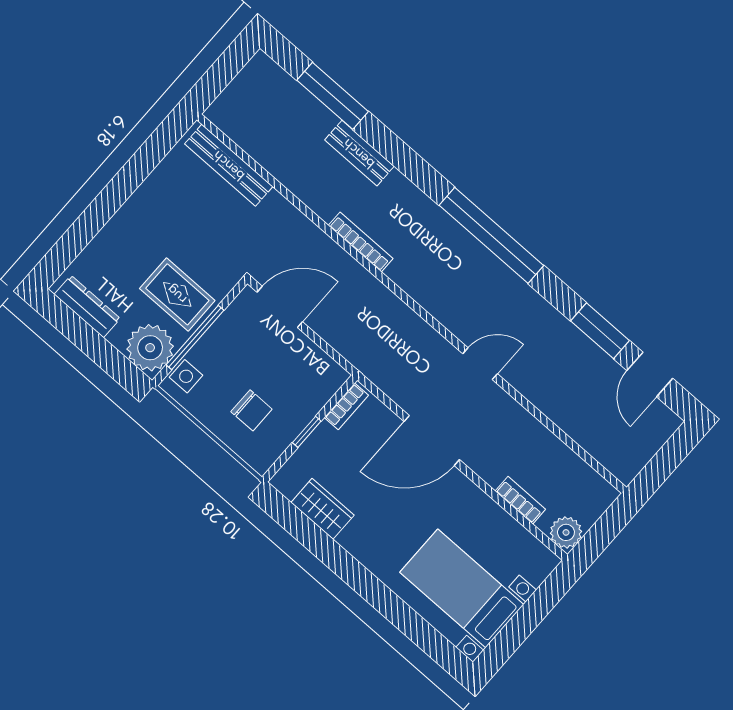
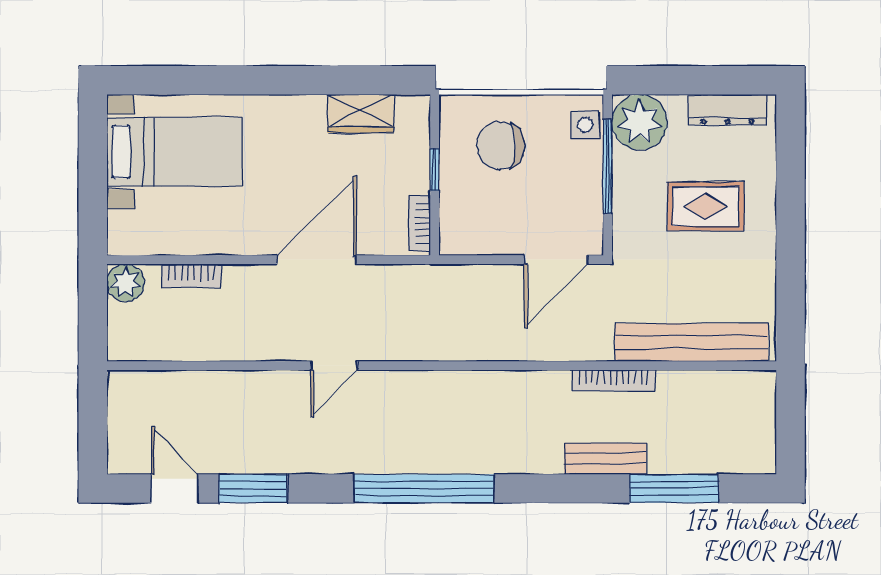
bench: (229, 165) -> (692, 342), width x1.37, depth x1.21
bookcase: (361, 242) -> (613, 381), moved
rug: (177, 294) -> (706, 206), moved
chair: (251, 410) -> (501, 146), width x1.37, depth x1.37

